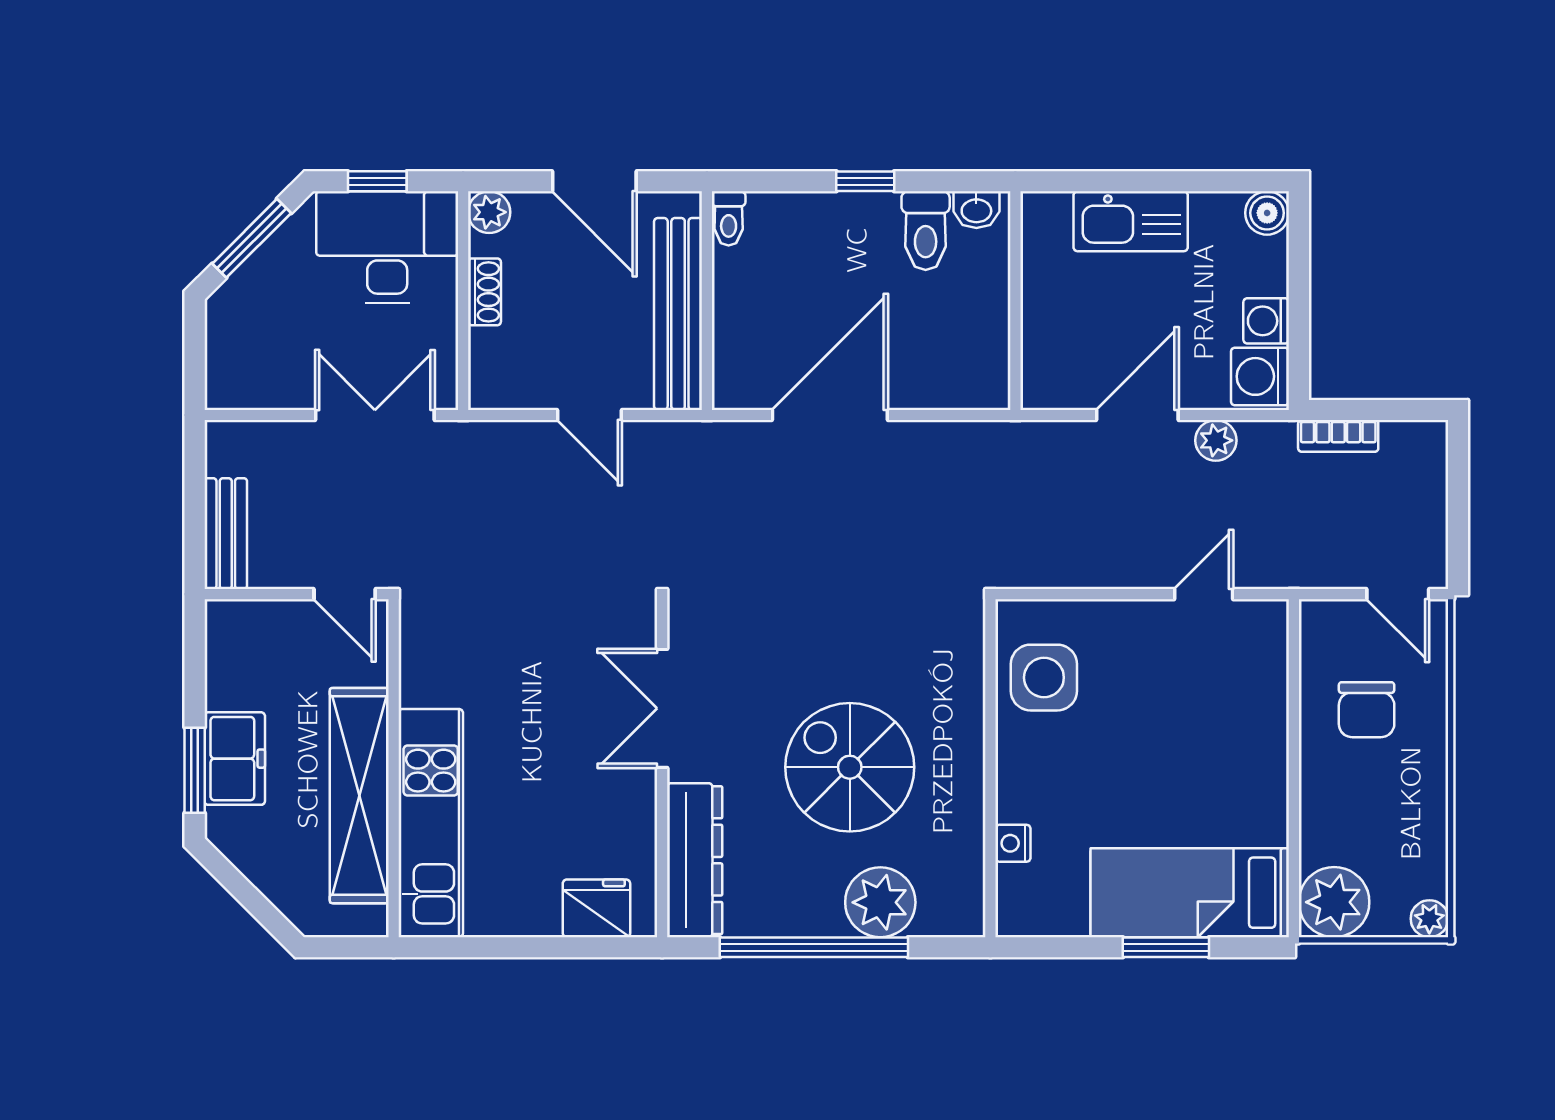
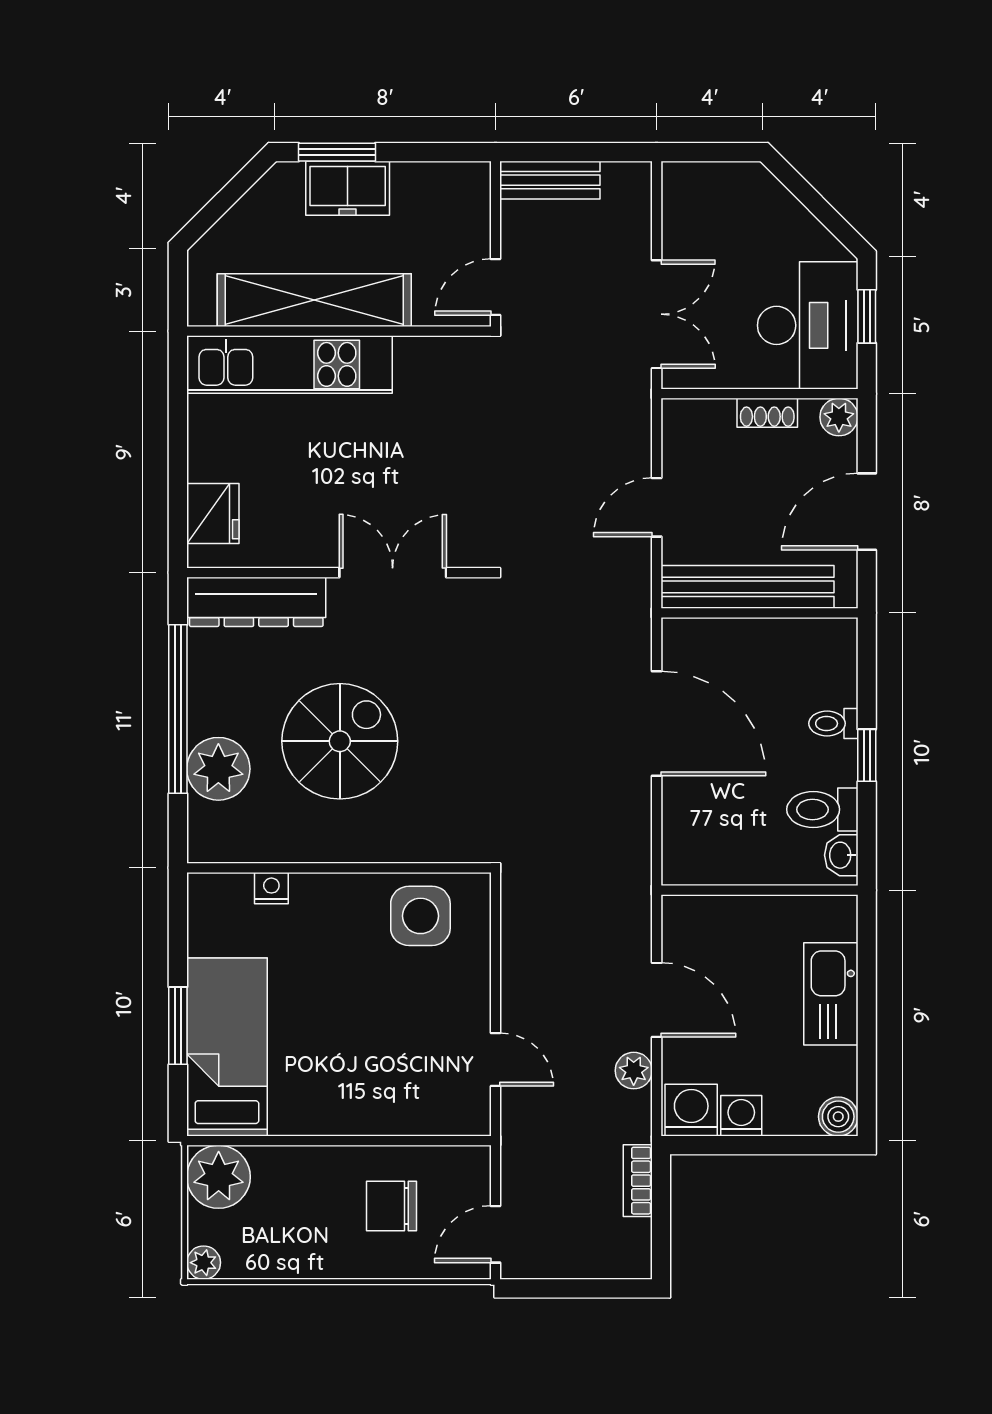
toilet: (729, 218) -> (833, 723), moved
window: (252, 238) -> (815, 203), removed

